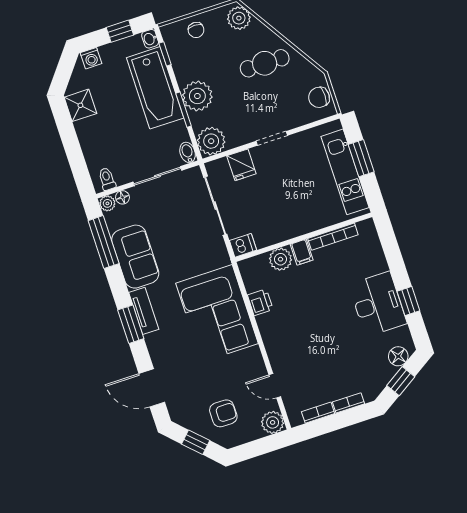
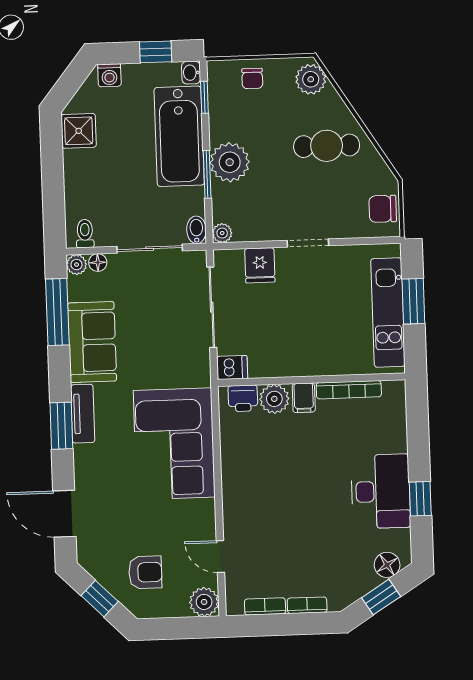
plant: (211, 141) -> (222, 233), width x0.53, depth x0.53
printer: (260, 302) -> (243, 398), moved, turned 90

